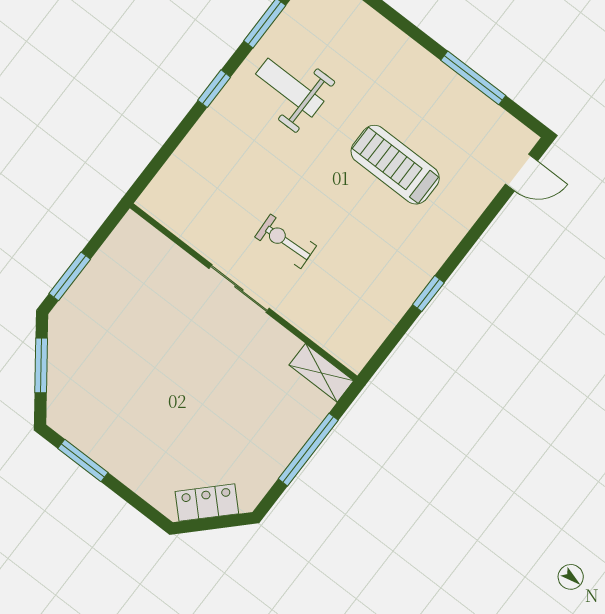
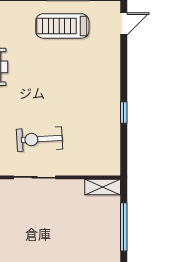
treadmill: (395, 165) -> (62, 26), moved
exercise bike: (286, 241) -> (40, 139), width x1.38, depth x1.39

